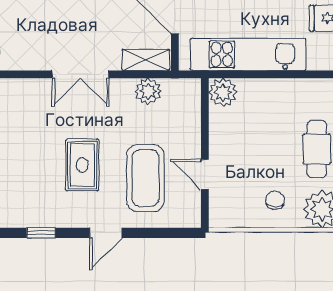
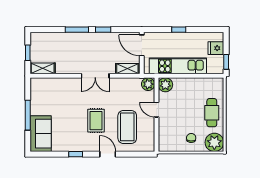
plant: (148, 91) -> (148, 84), moved
door: (205, 174) -> (156, 110), moved
door: (106, 233) -> (108, 154), swing flipped

